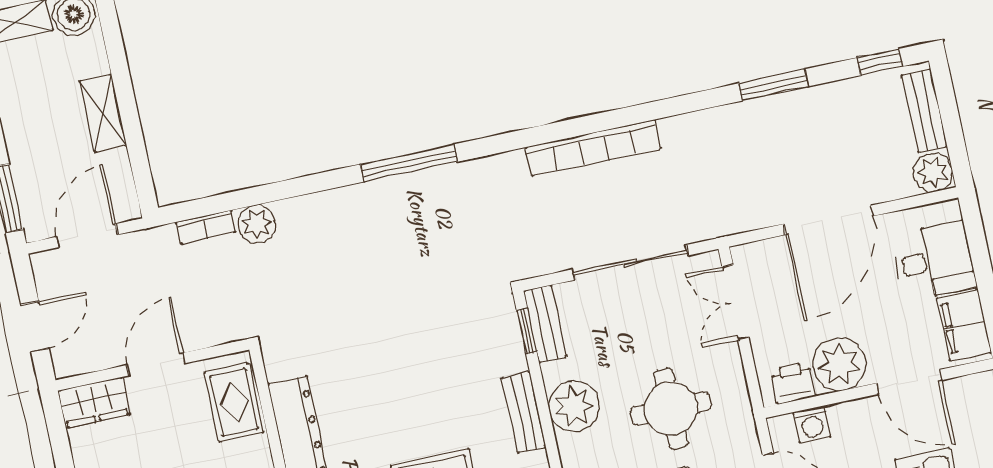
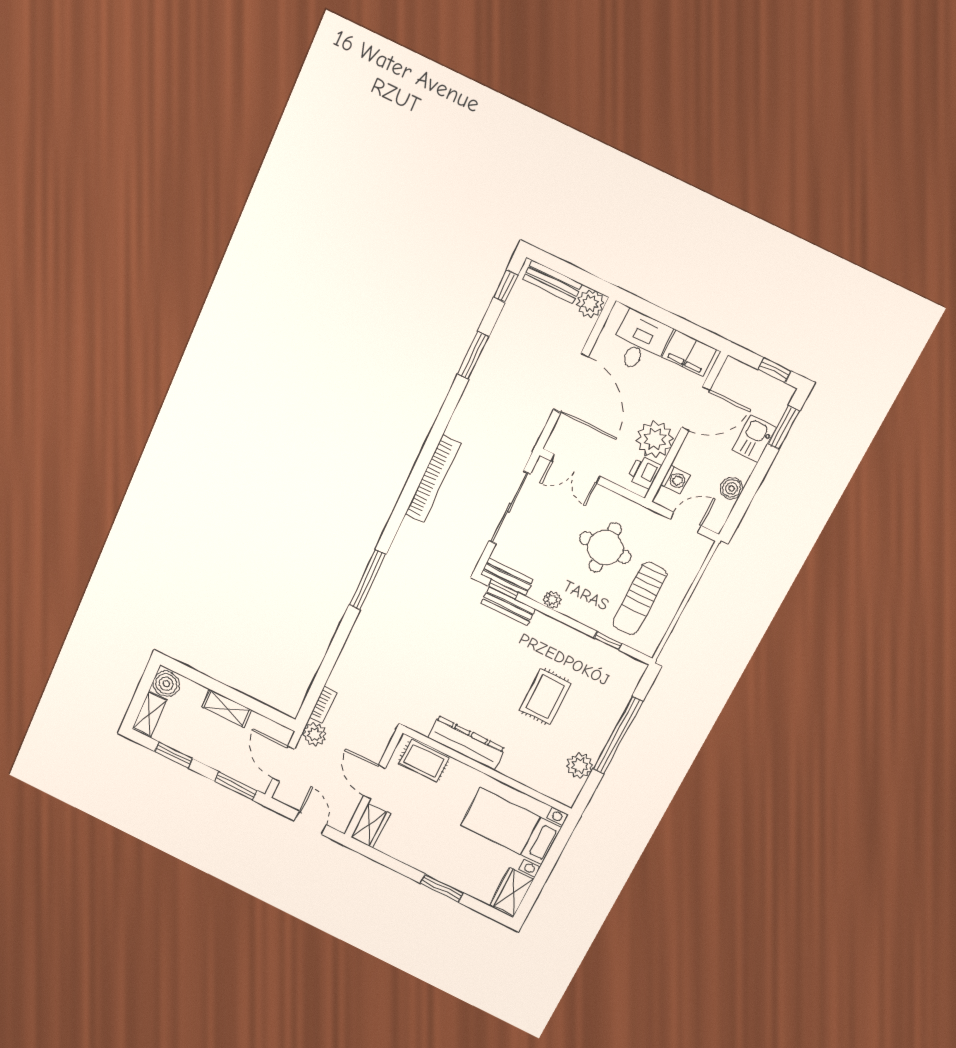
plant: (256, 224) -> (315, 734), moved
plant: (574, 406) -> (552, 600), width x0.53, depth x0.53
bench: (524, 412) -> (508, 606), moved

